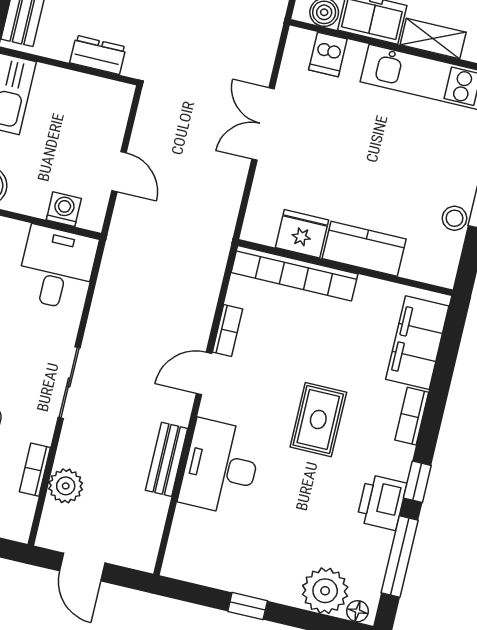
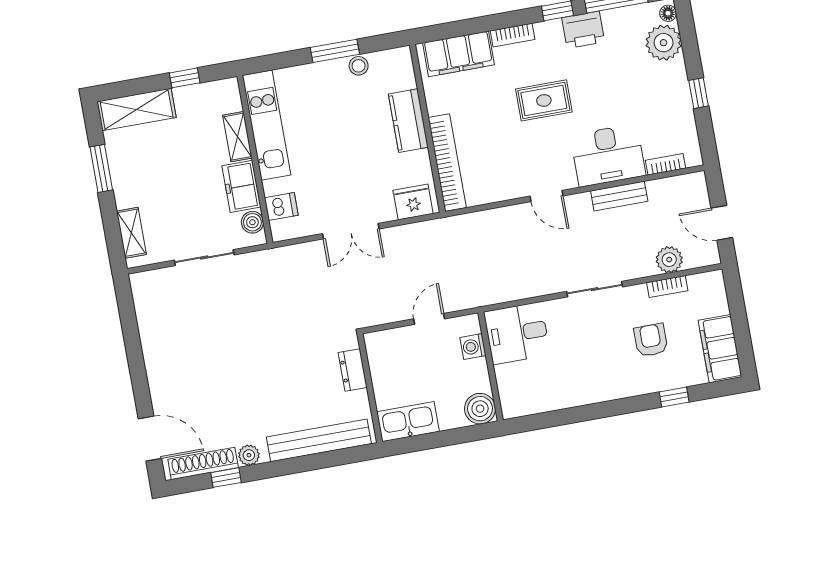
fridge: (302, 234) -> (413, 202), moved, turned 90
bookcase: (228, 330) -> (665, 164), moved
door: (82, 567) -> (722, 223), swing flipped

